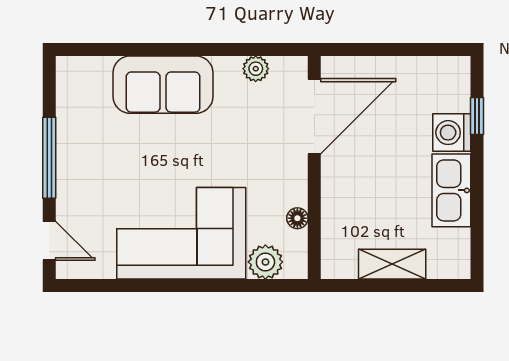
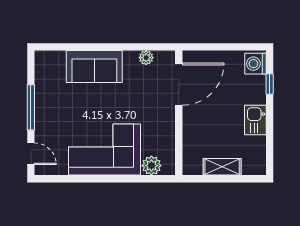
washing machine: (452, 133) -> (256, 64), moved
kitchen sink: (451, 190) -> (255, 120), width x0.73
floor lamp: (297, 218) -> (169, 141), removed

